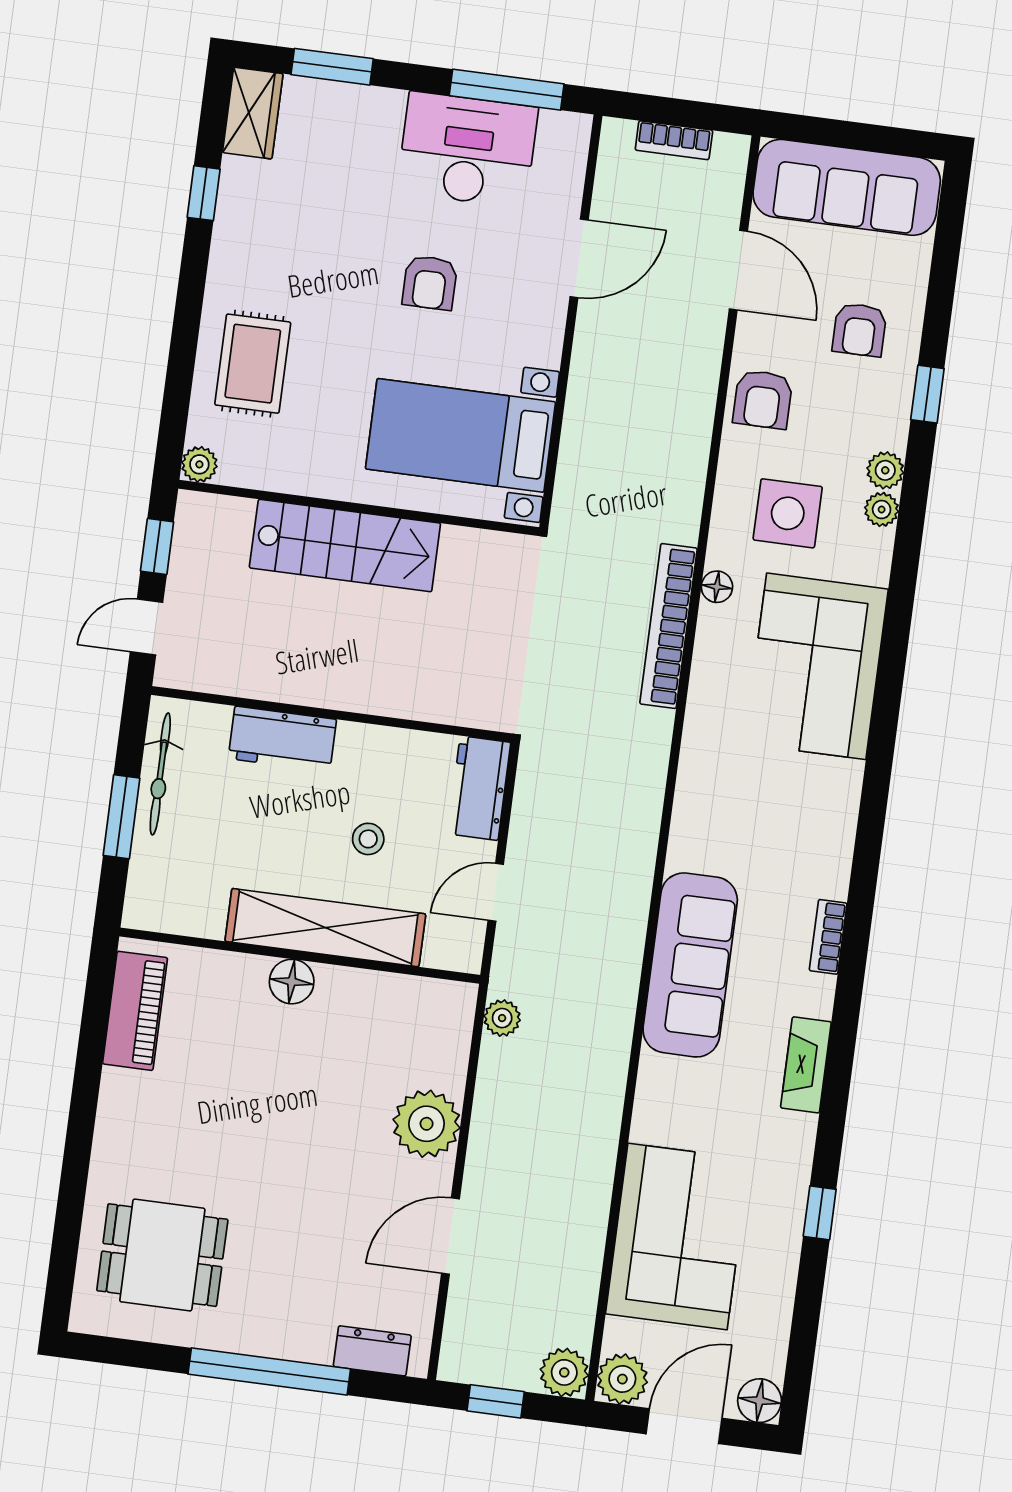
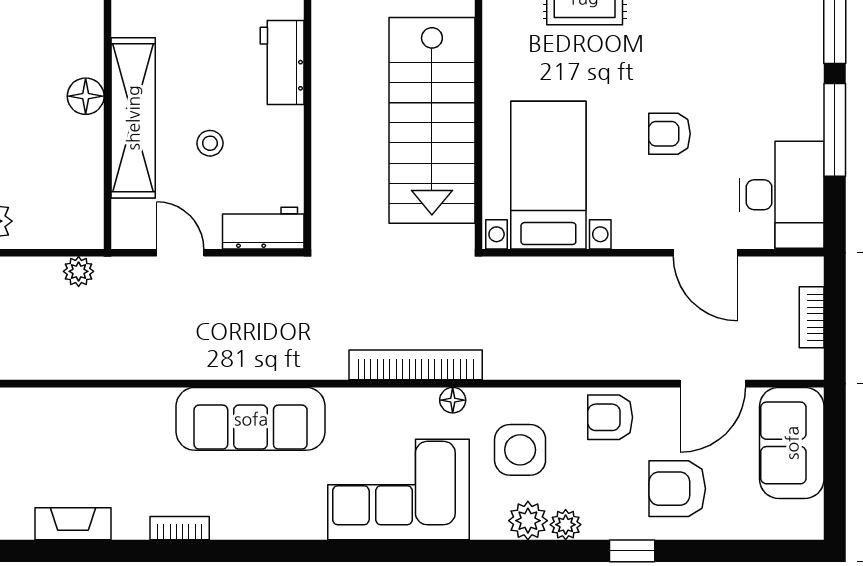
window: (507, 90) -> (835, 130), moved
desk: (468, 150) -> (782, 195), moved
sofa: (847, 187) -> (792, 443), width x0.73
armchair: (859, 330) -> (677, 489), width x1.38, depth x1.38
plant: (882, 509) -> (528, 521), width x1.38, depth x1.38
stairs: (345, 546) -> (432, 120), width x1.36, depth x1.51
sofa: (690, 965) -> (251, 419), moved

